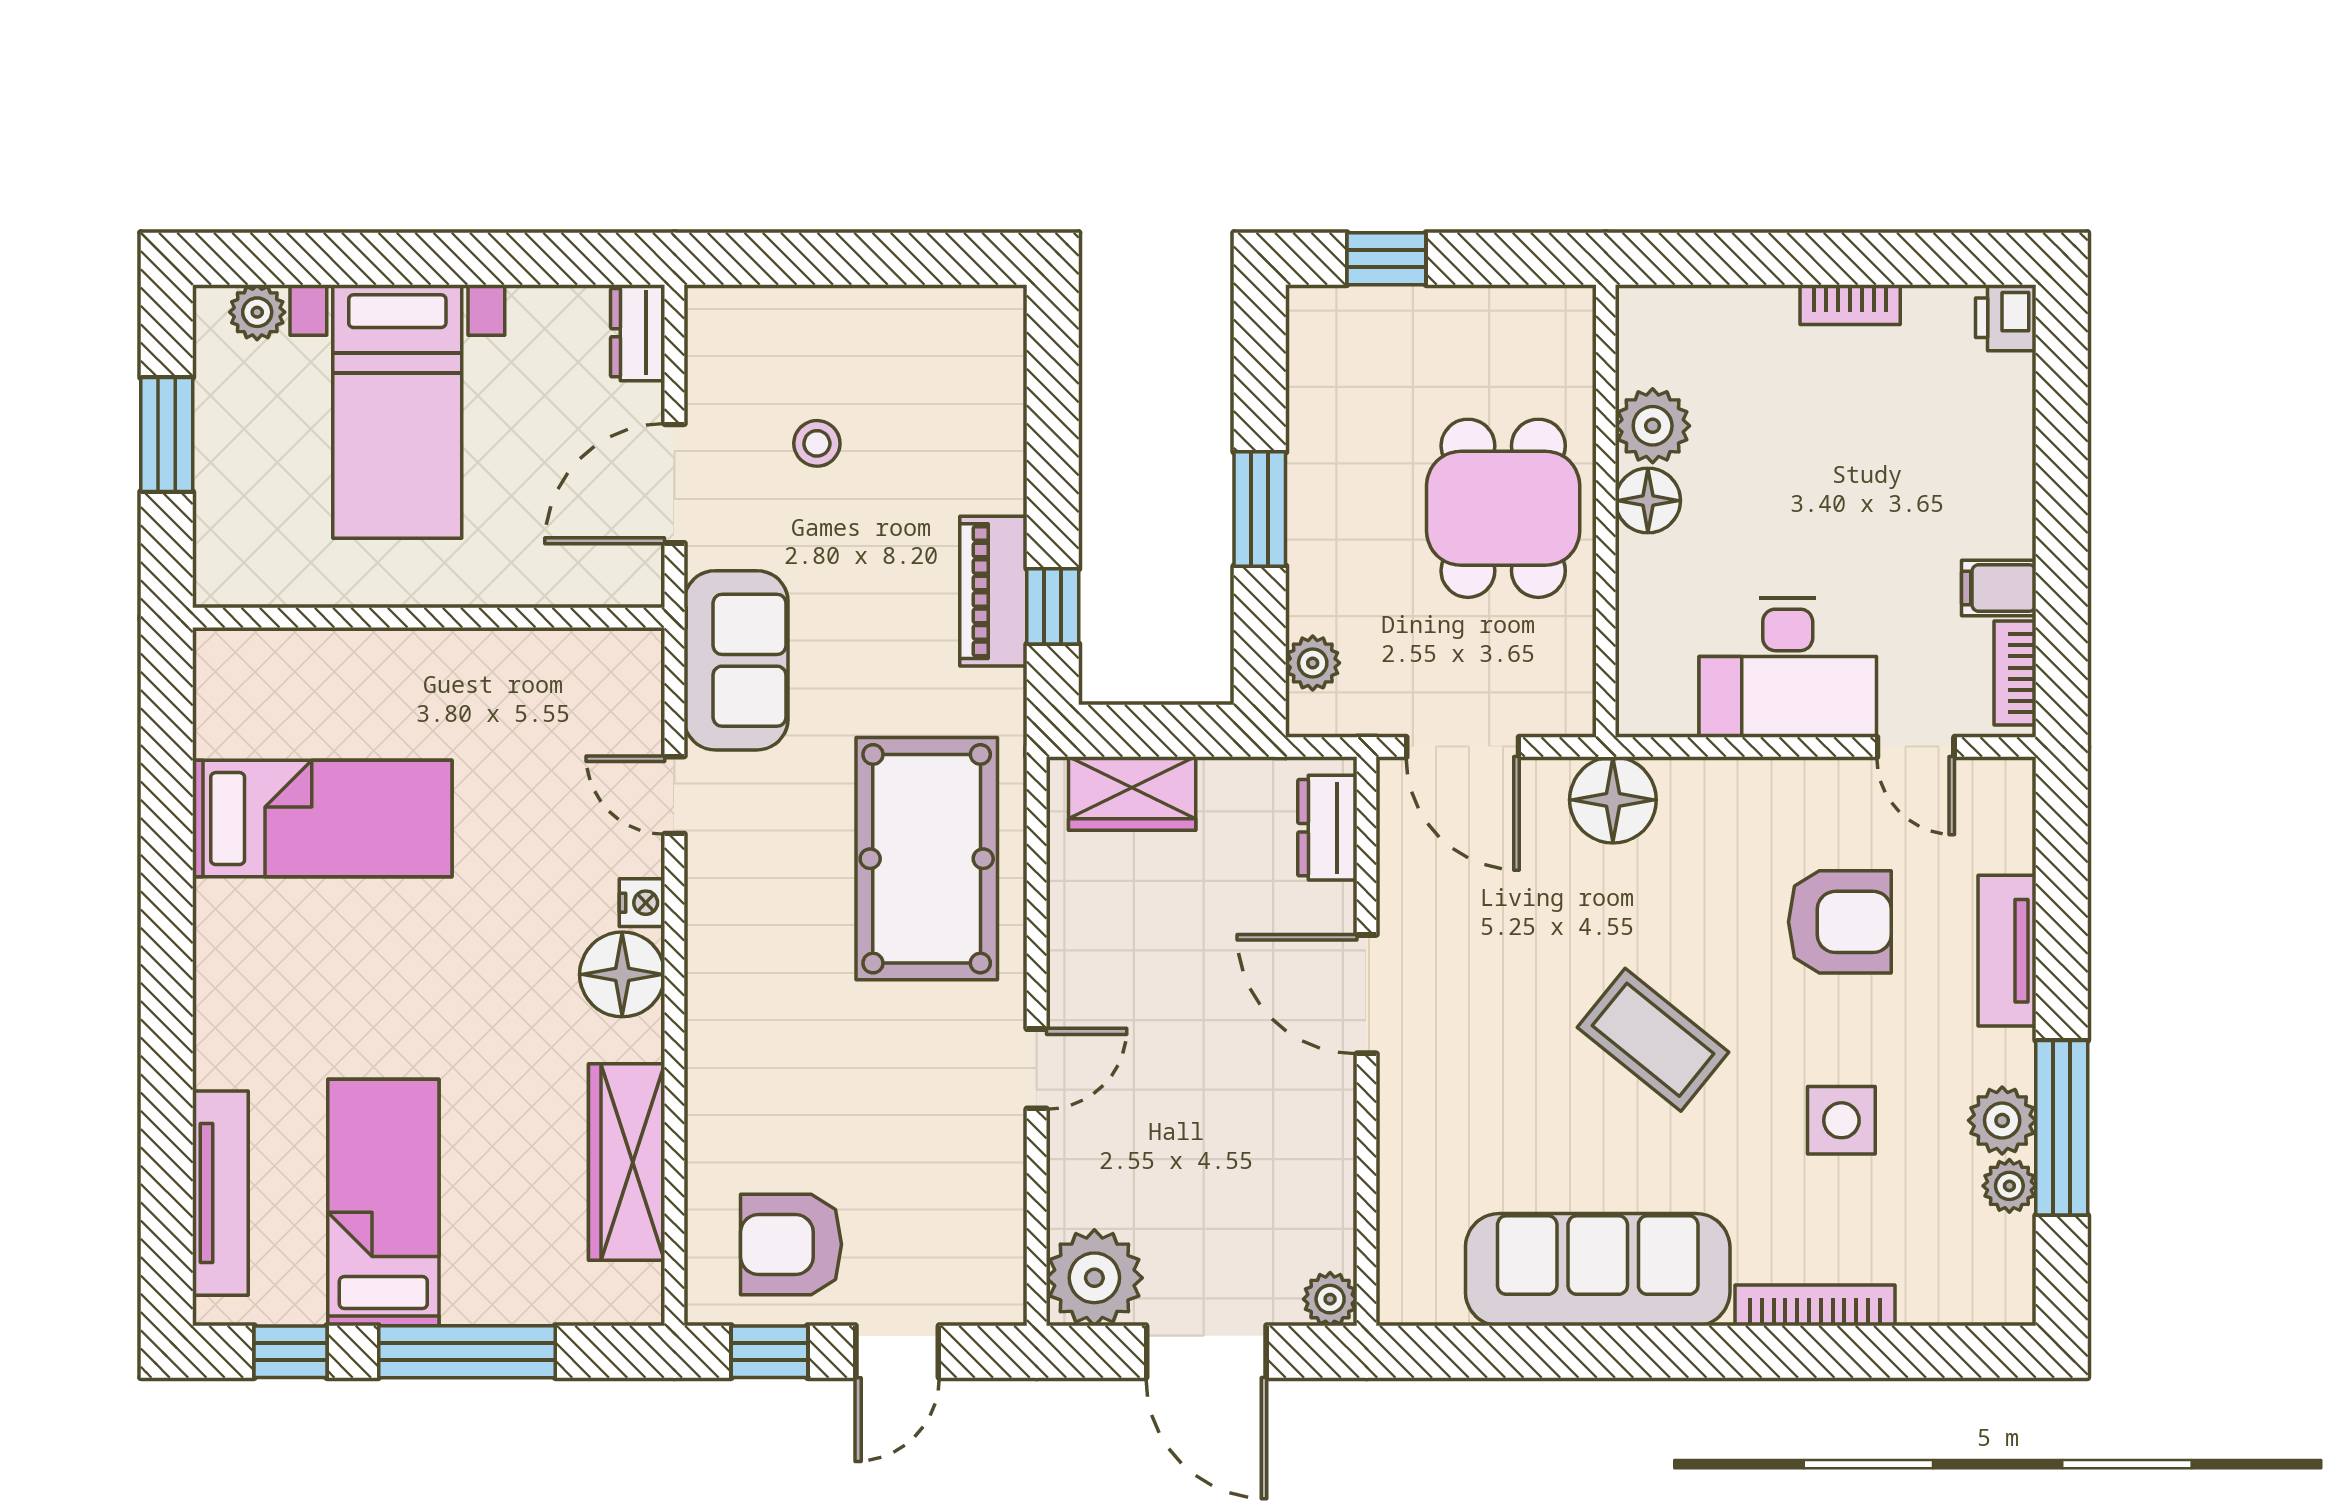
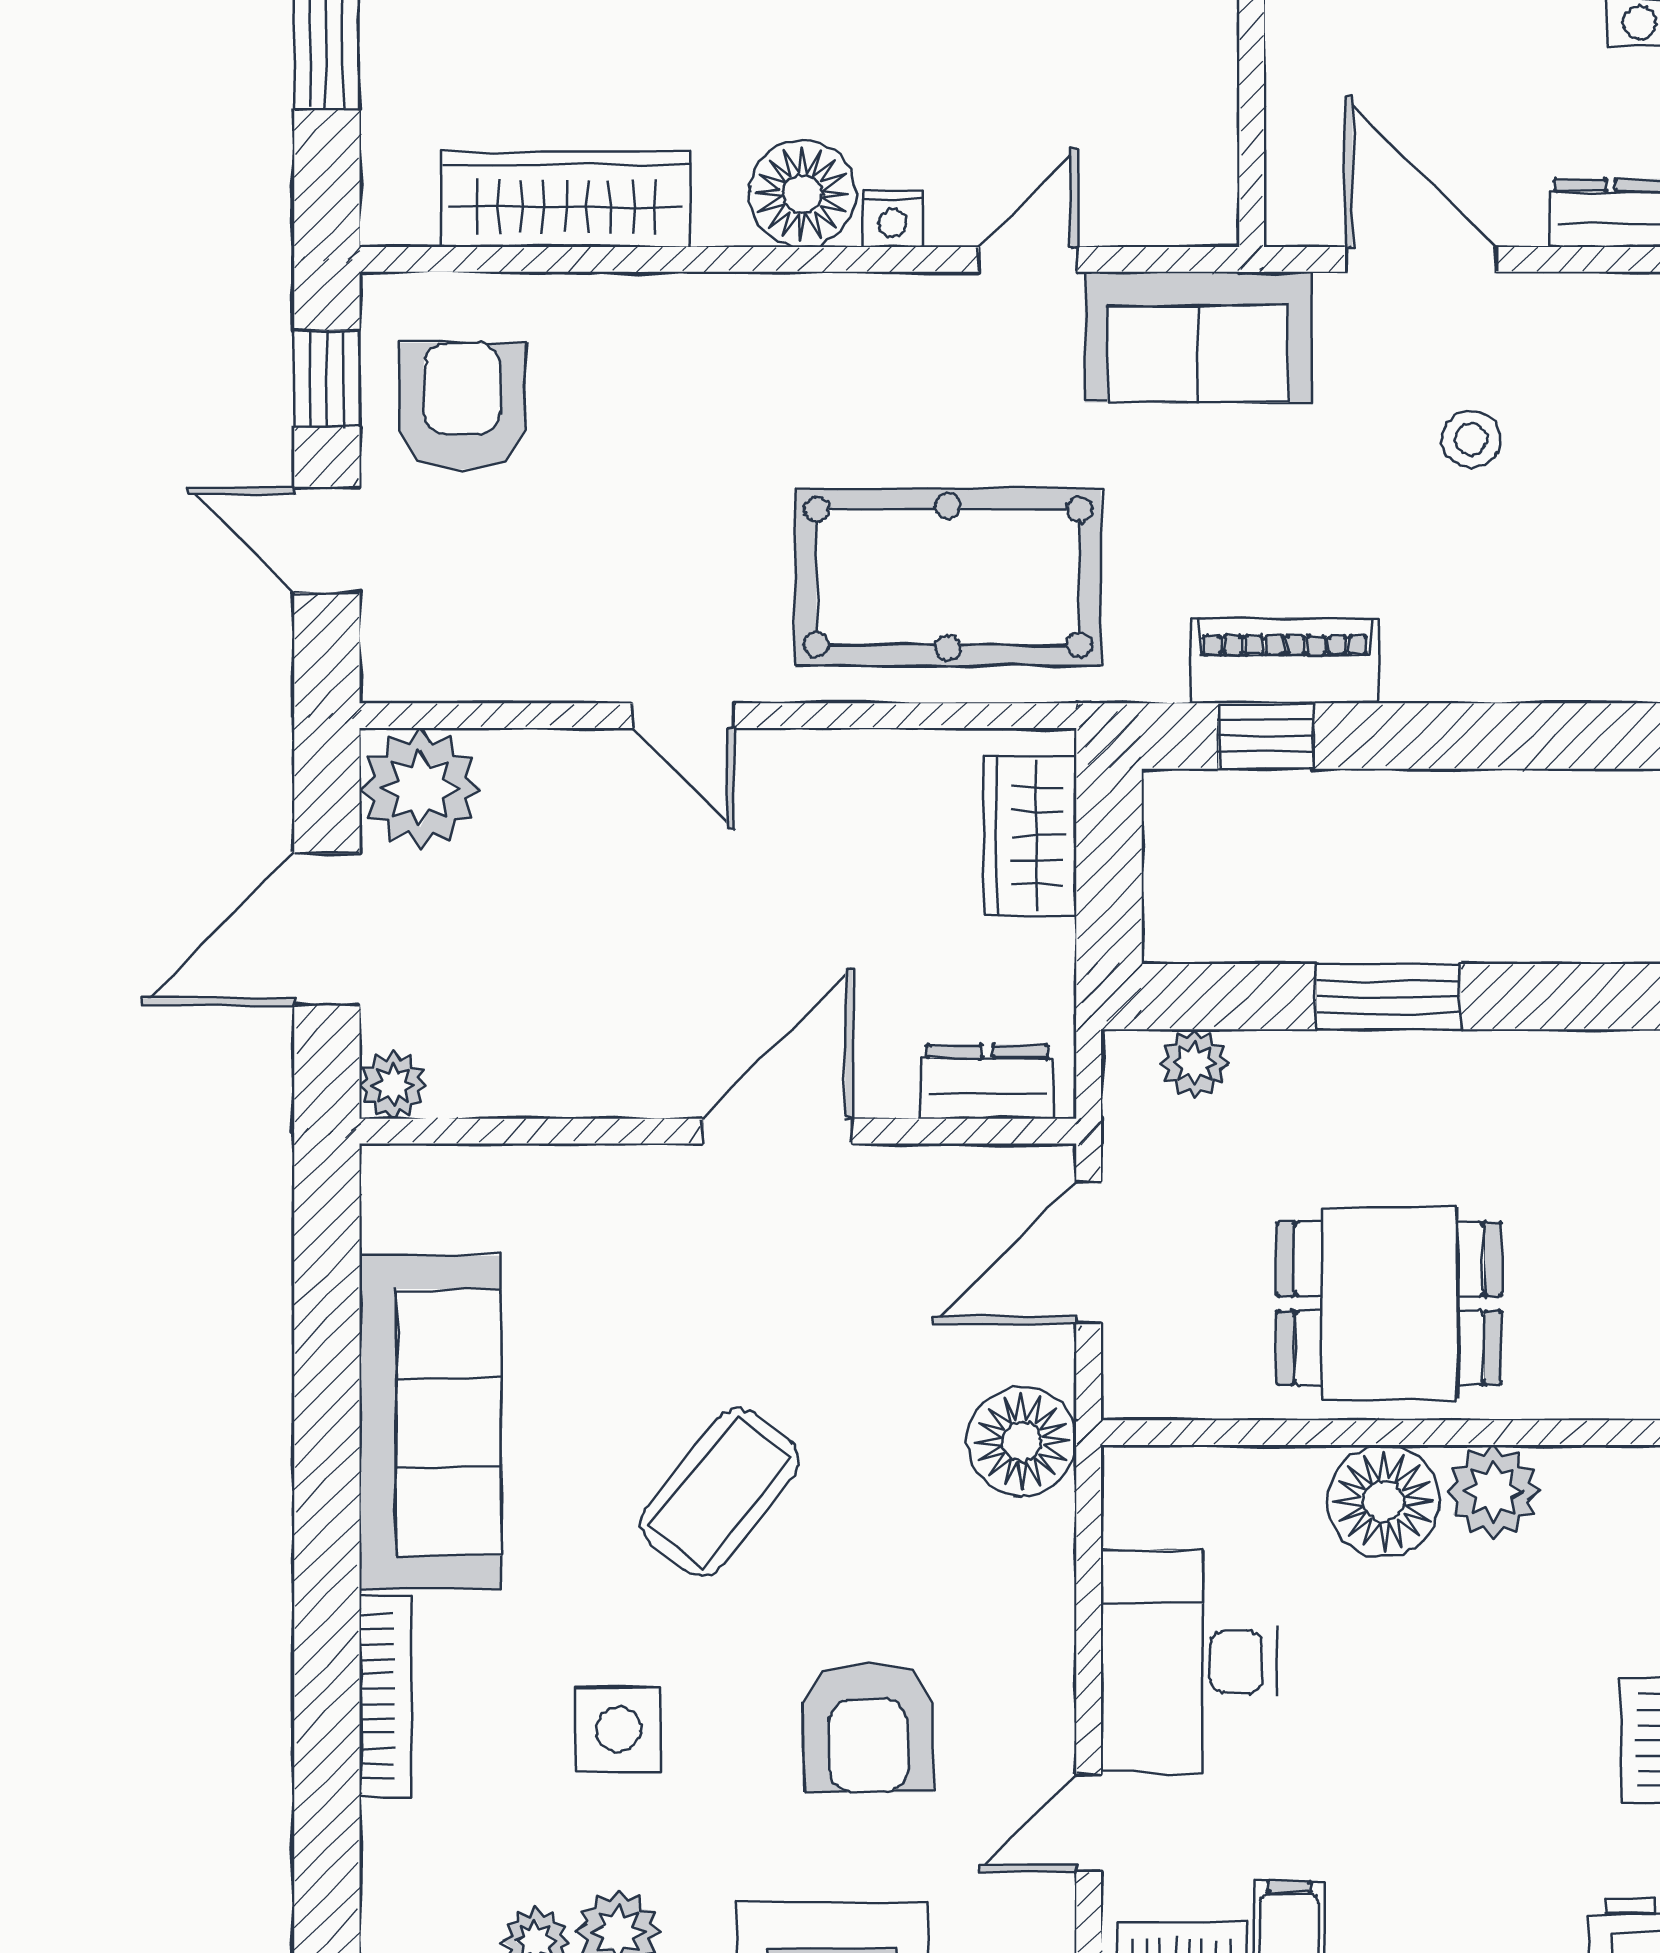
floor lamp: (1648, 501) -> (1384, 1501), width x1.38, depth x1.38

